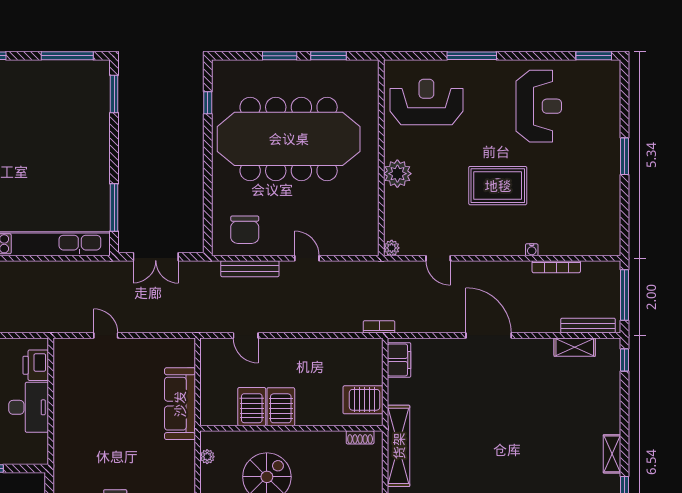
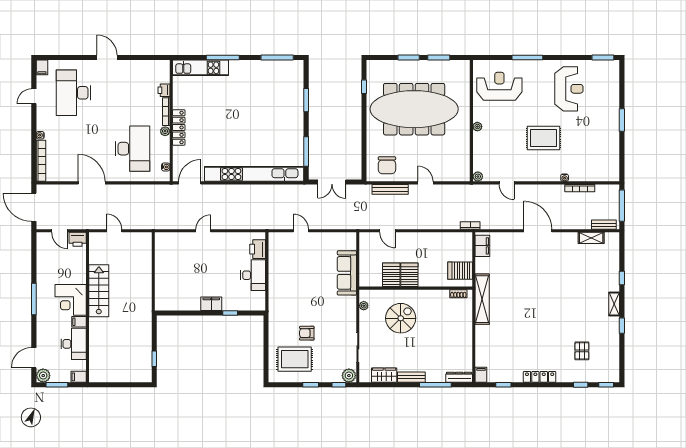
window: (114, 94) -> (306, 100), moved
plant: (397, 174) -> (477, 127), width x0.53, depth x0.53
bench: (588, 326) -> (604, 225), width x0.73
window: (624, 360) -> (622, 278), moved

